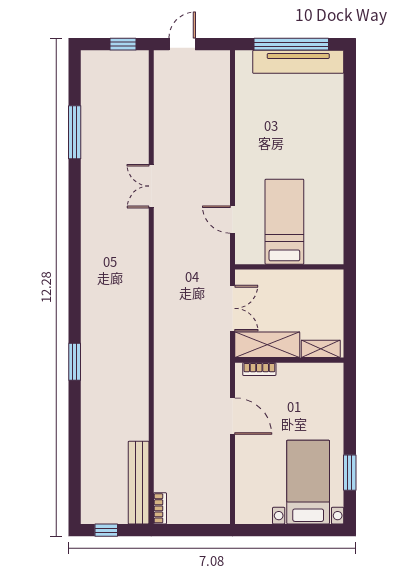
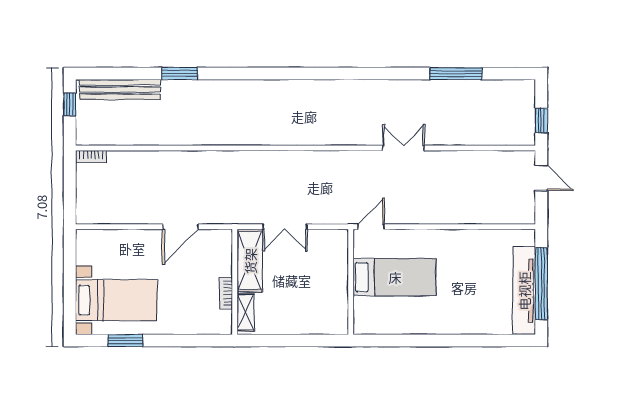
bed: (284, 222) -> (395, 277), moved
wall: (289, 267) -> (351, 282), moved
window: (75, 362) -> (180, 74), moved
bookcase: (259, 369) -> (226, 293), moved
bench: (139, 483) -> (120, 89), moved

